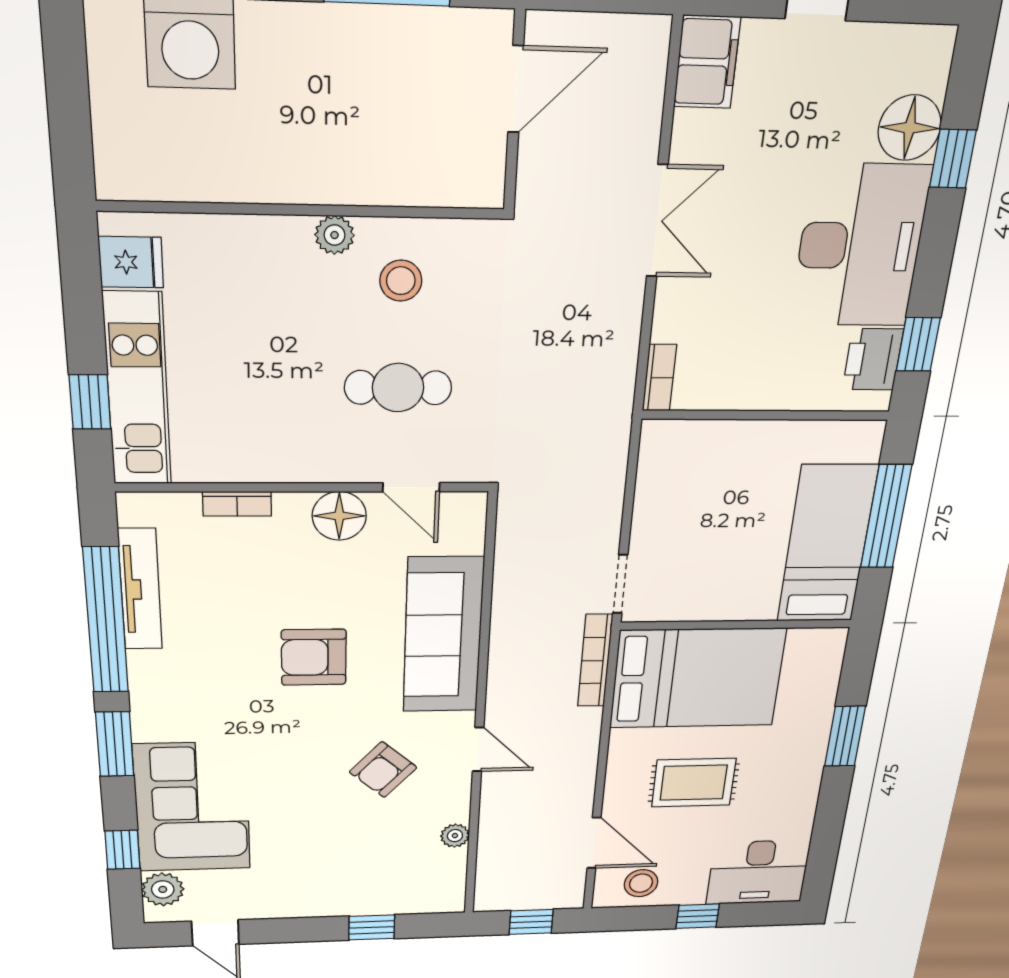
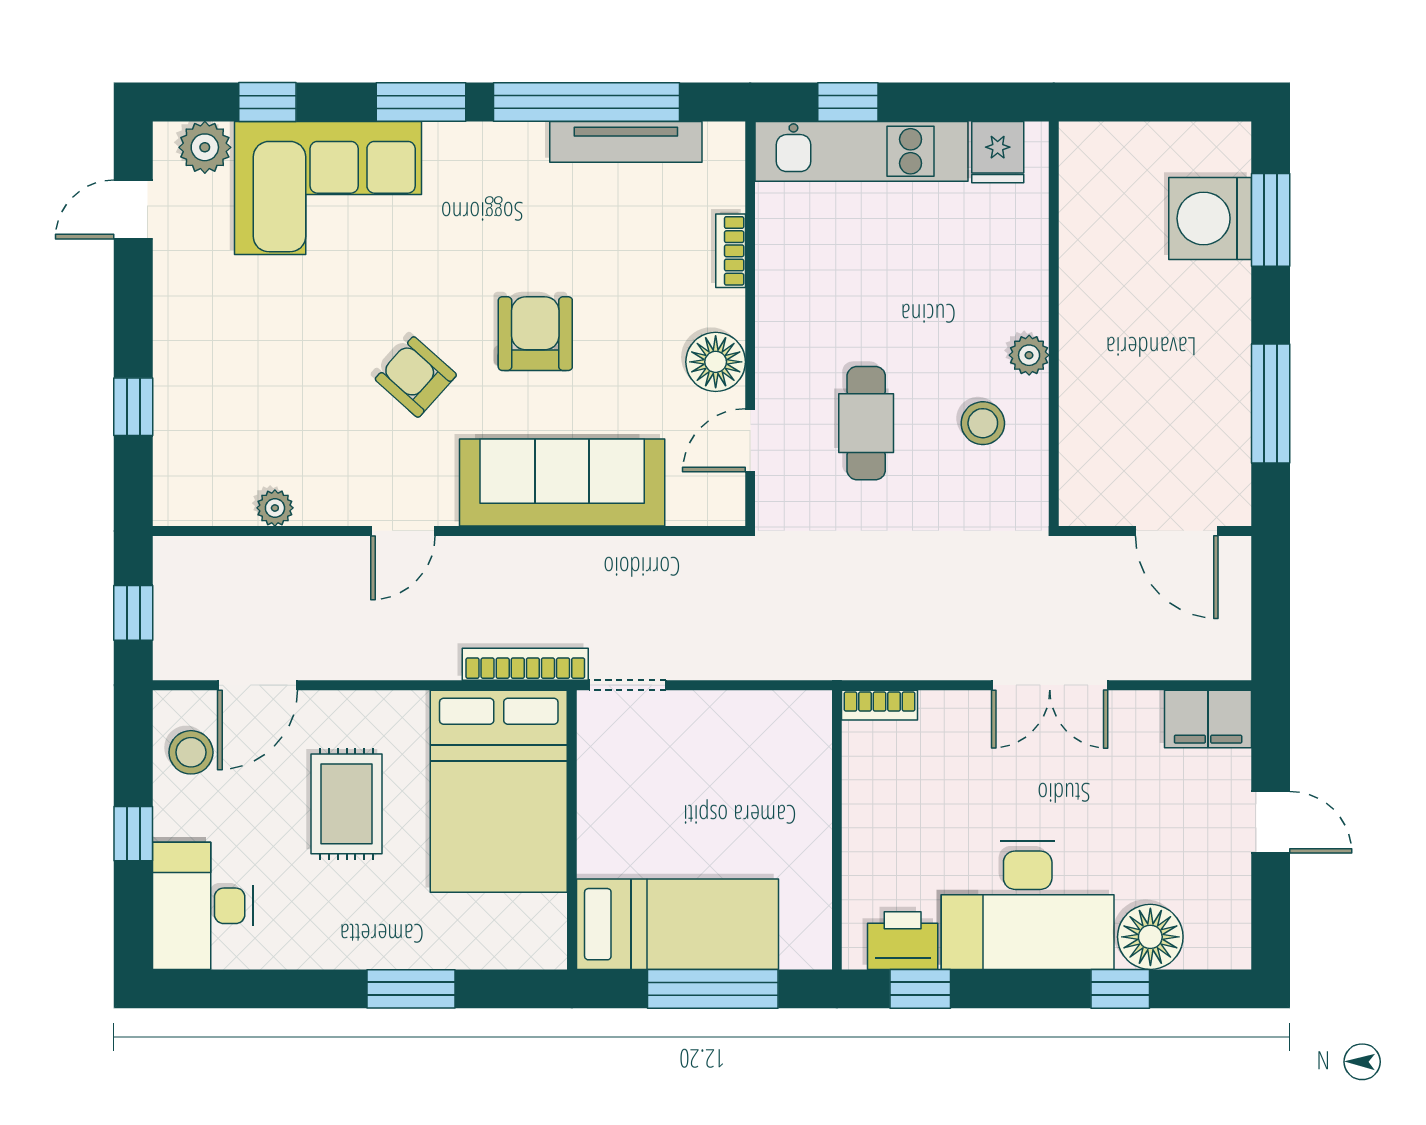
armchair: (383, 770) -> (416, 377), moved

